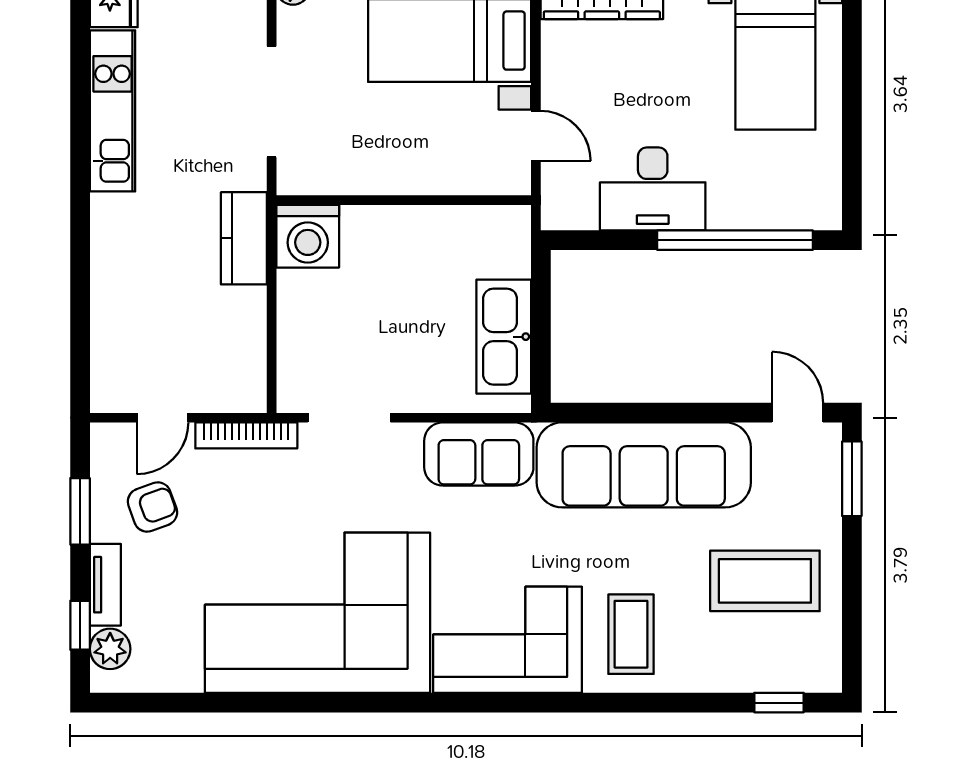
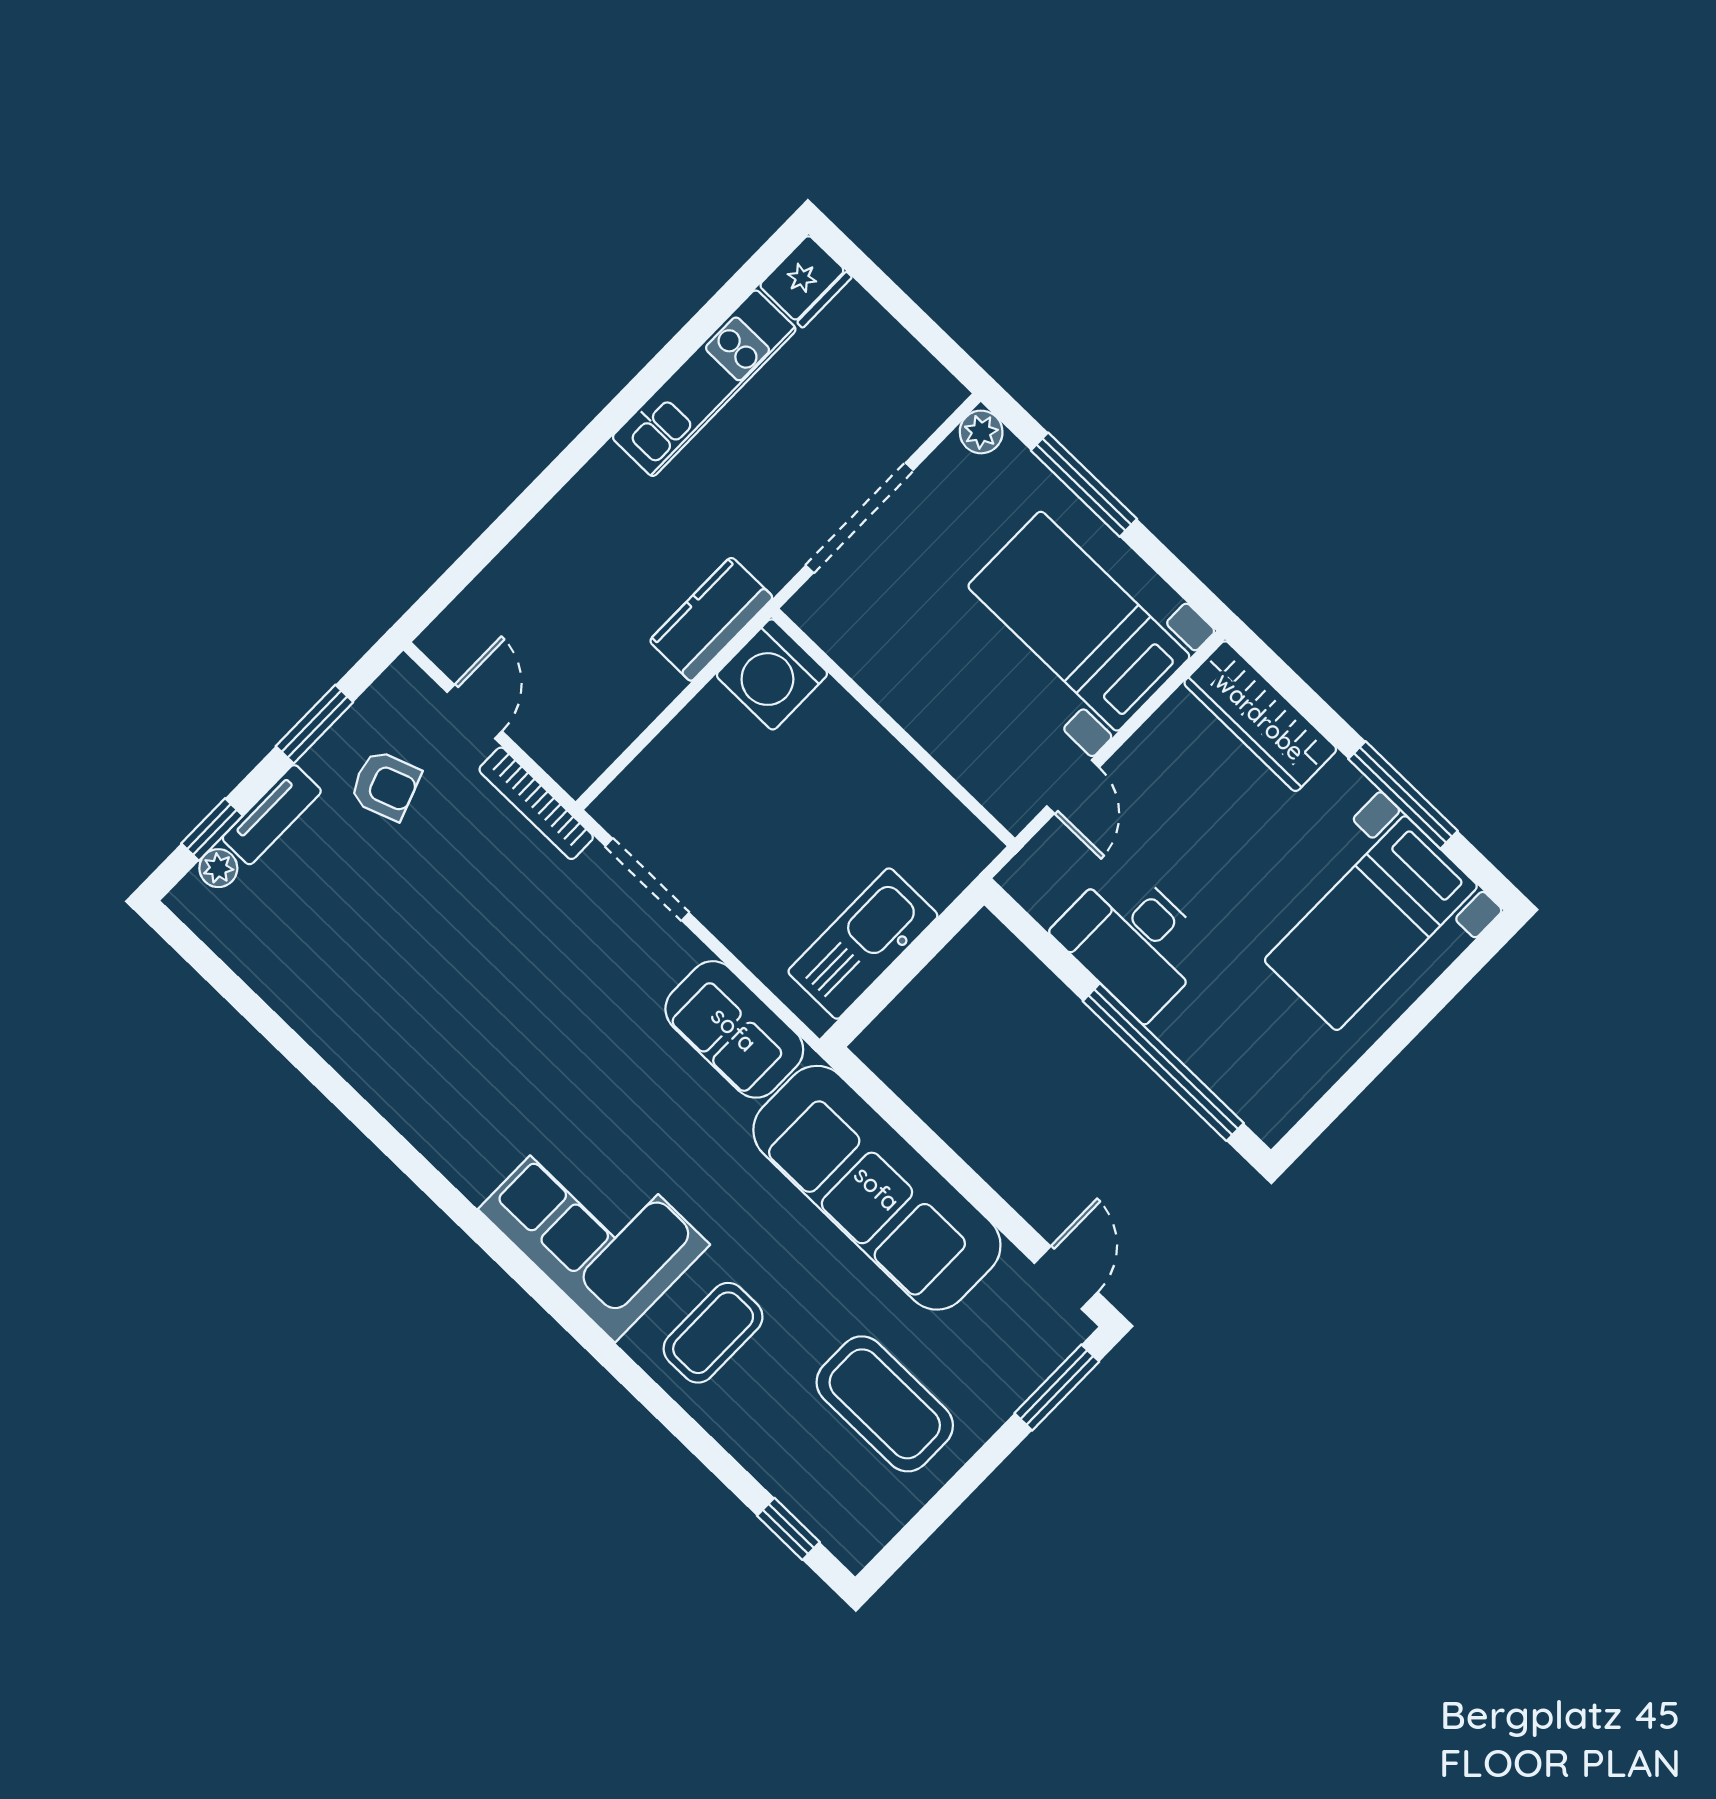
door: (162, 418) -> (475, 712), swing flipped
corner sofa: (318, 613) -> (443, 1031), removed
plant: (110, 649) -> (218, 868), width x0.73, depth x0.73

